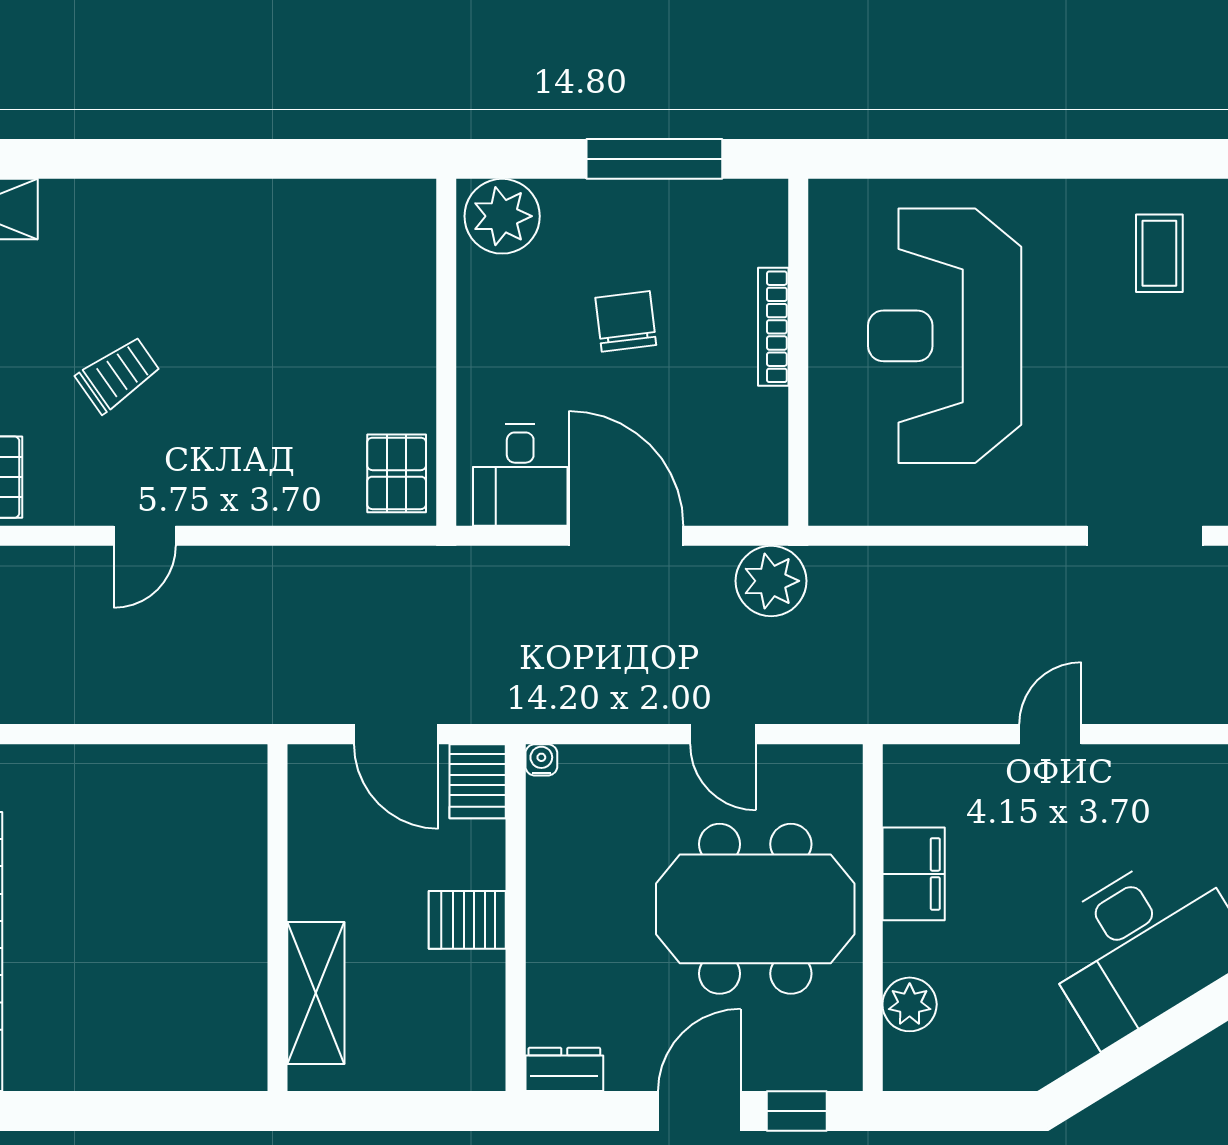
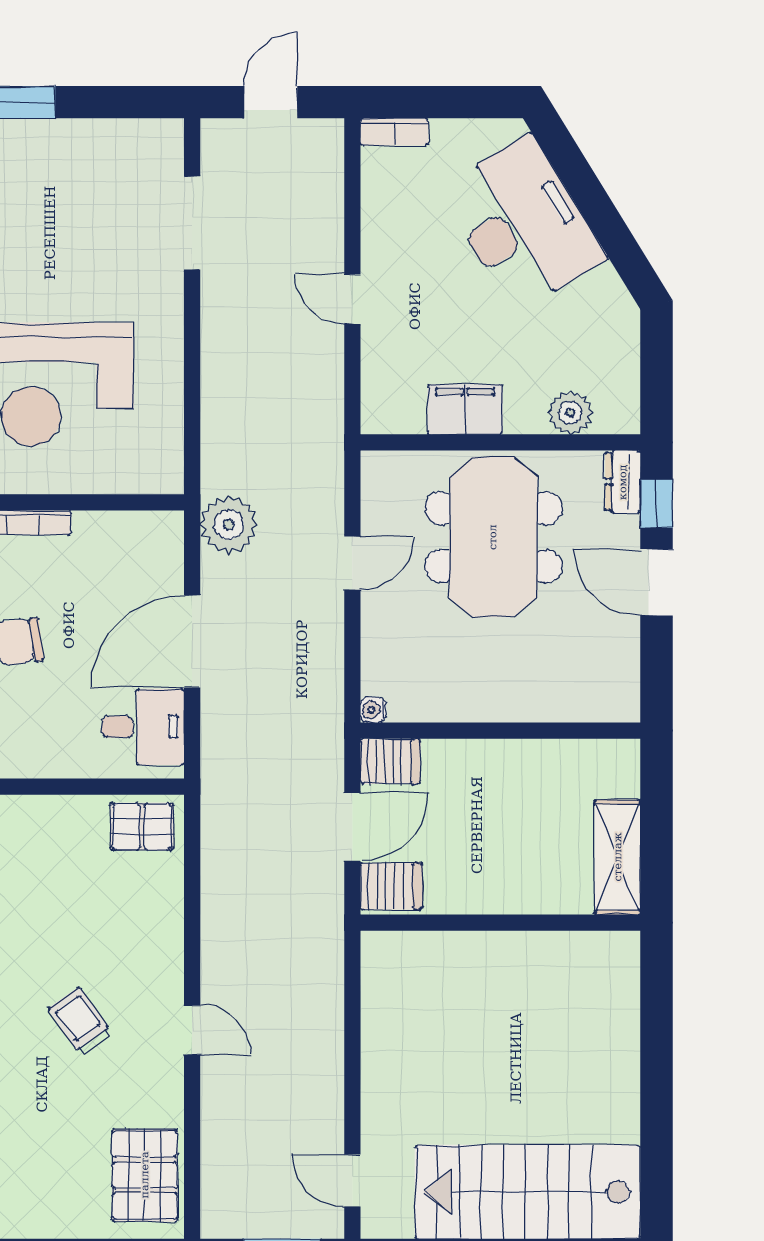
trolley: (118, 375) -> (80, 1022), moved
server rack: (467, 920) -> (391, 886), moved, turned -90
shelving: (316, 993) -> (618, 857), moved, turned 90
dresser: (564, 1069) -> (623, 482), moved

